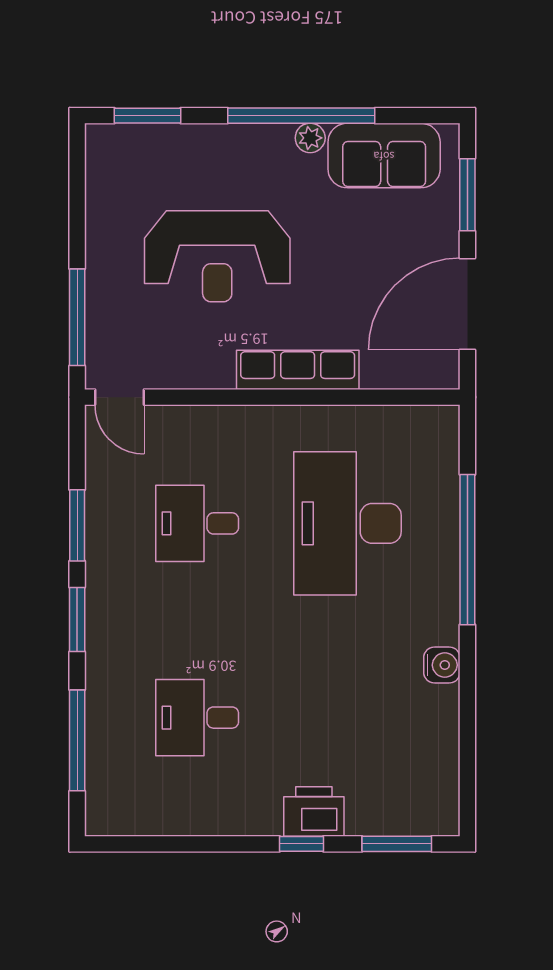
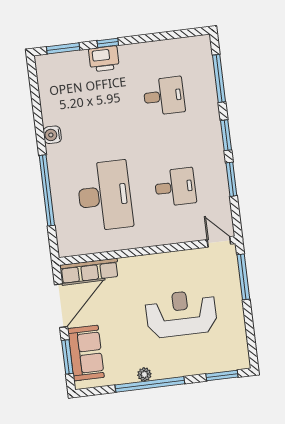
sofa: (384, 156) -> (86, 353), moved, turned 90
row of seats: (298, 370) -> (89, 271), moved

